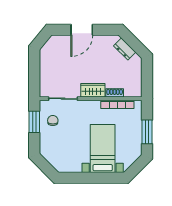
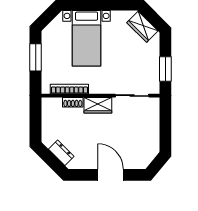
door: (82, 30) -> (111, 175), hinge flipped
chair: (53, 120) -> (144, 70), removed
wardrobe: (54, 159) -> (142, 27), added

